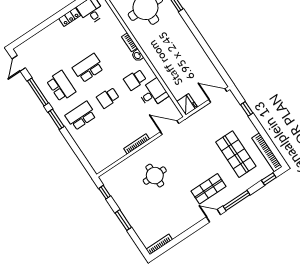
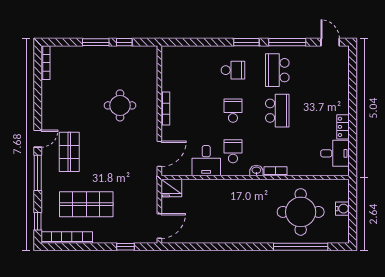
school desk: (61, 86) -> (277, 70), turned 90
school desk: (81, 116) -> (233, 70), width x0.54
window: (105, 192) -> (124, 42), moved

